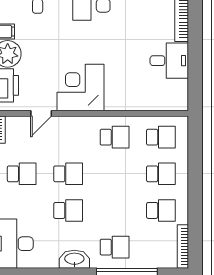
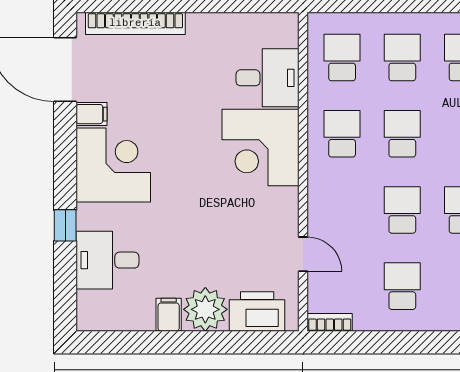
desk: (169, 61) -> (268, 78), moved, turned 90
corner desk: (81, 88) -> (261, 148), moved
school desk: (115, 174) -> (402, 134), added

